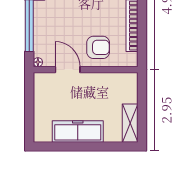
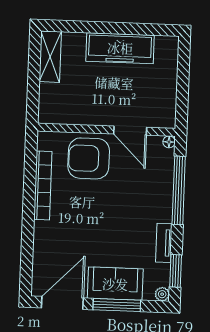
armchair: (98, 47) -> (89, 158), width x1.36, depth x1.36

